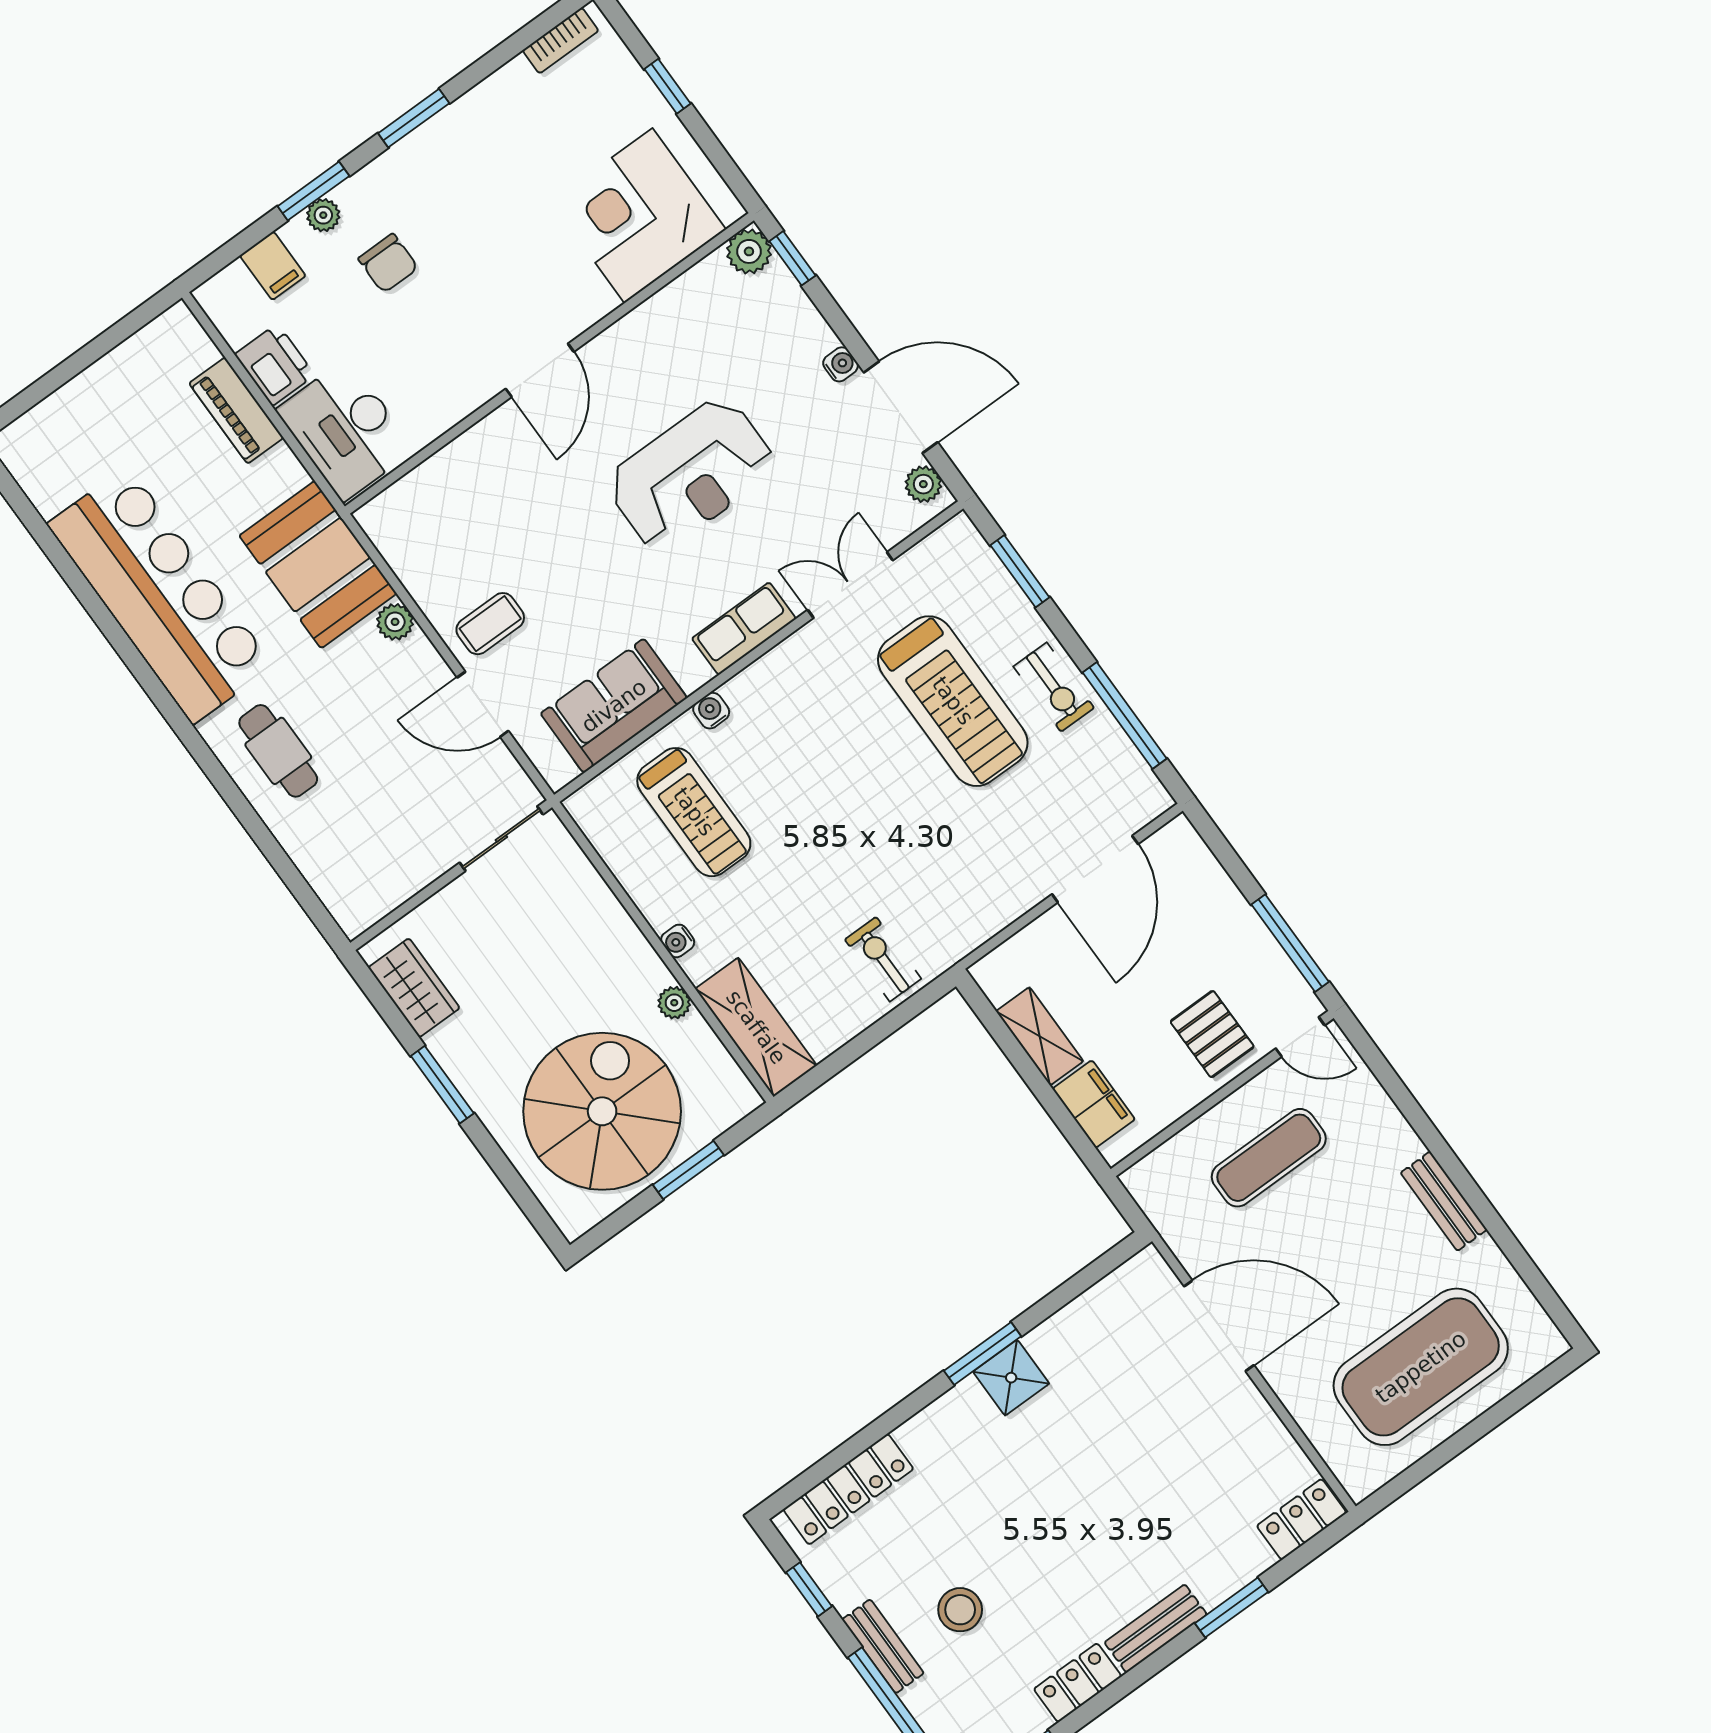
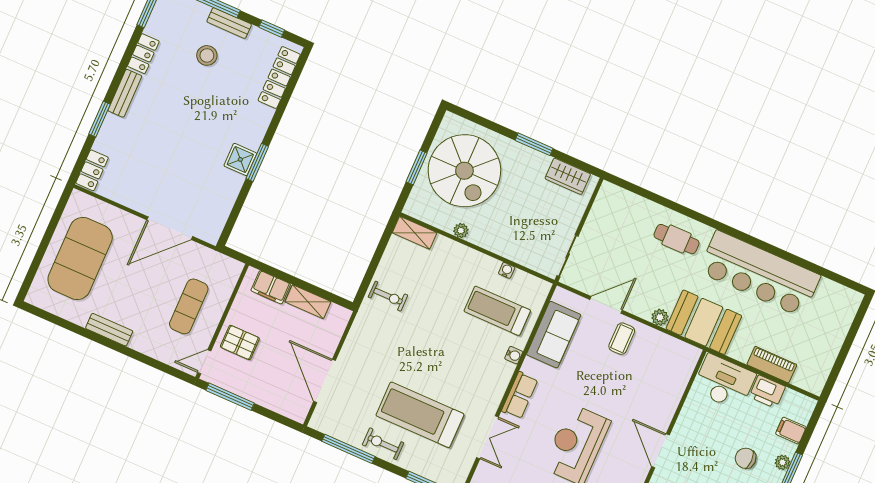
water cooler: (678, 941) -> (507, 270), moved
shelving: (756, 1027) -> (415, 233), width x0.67, depth x0.75

